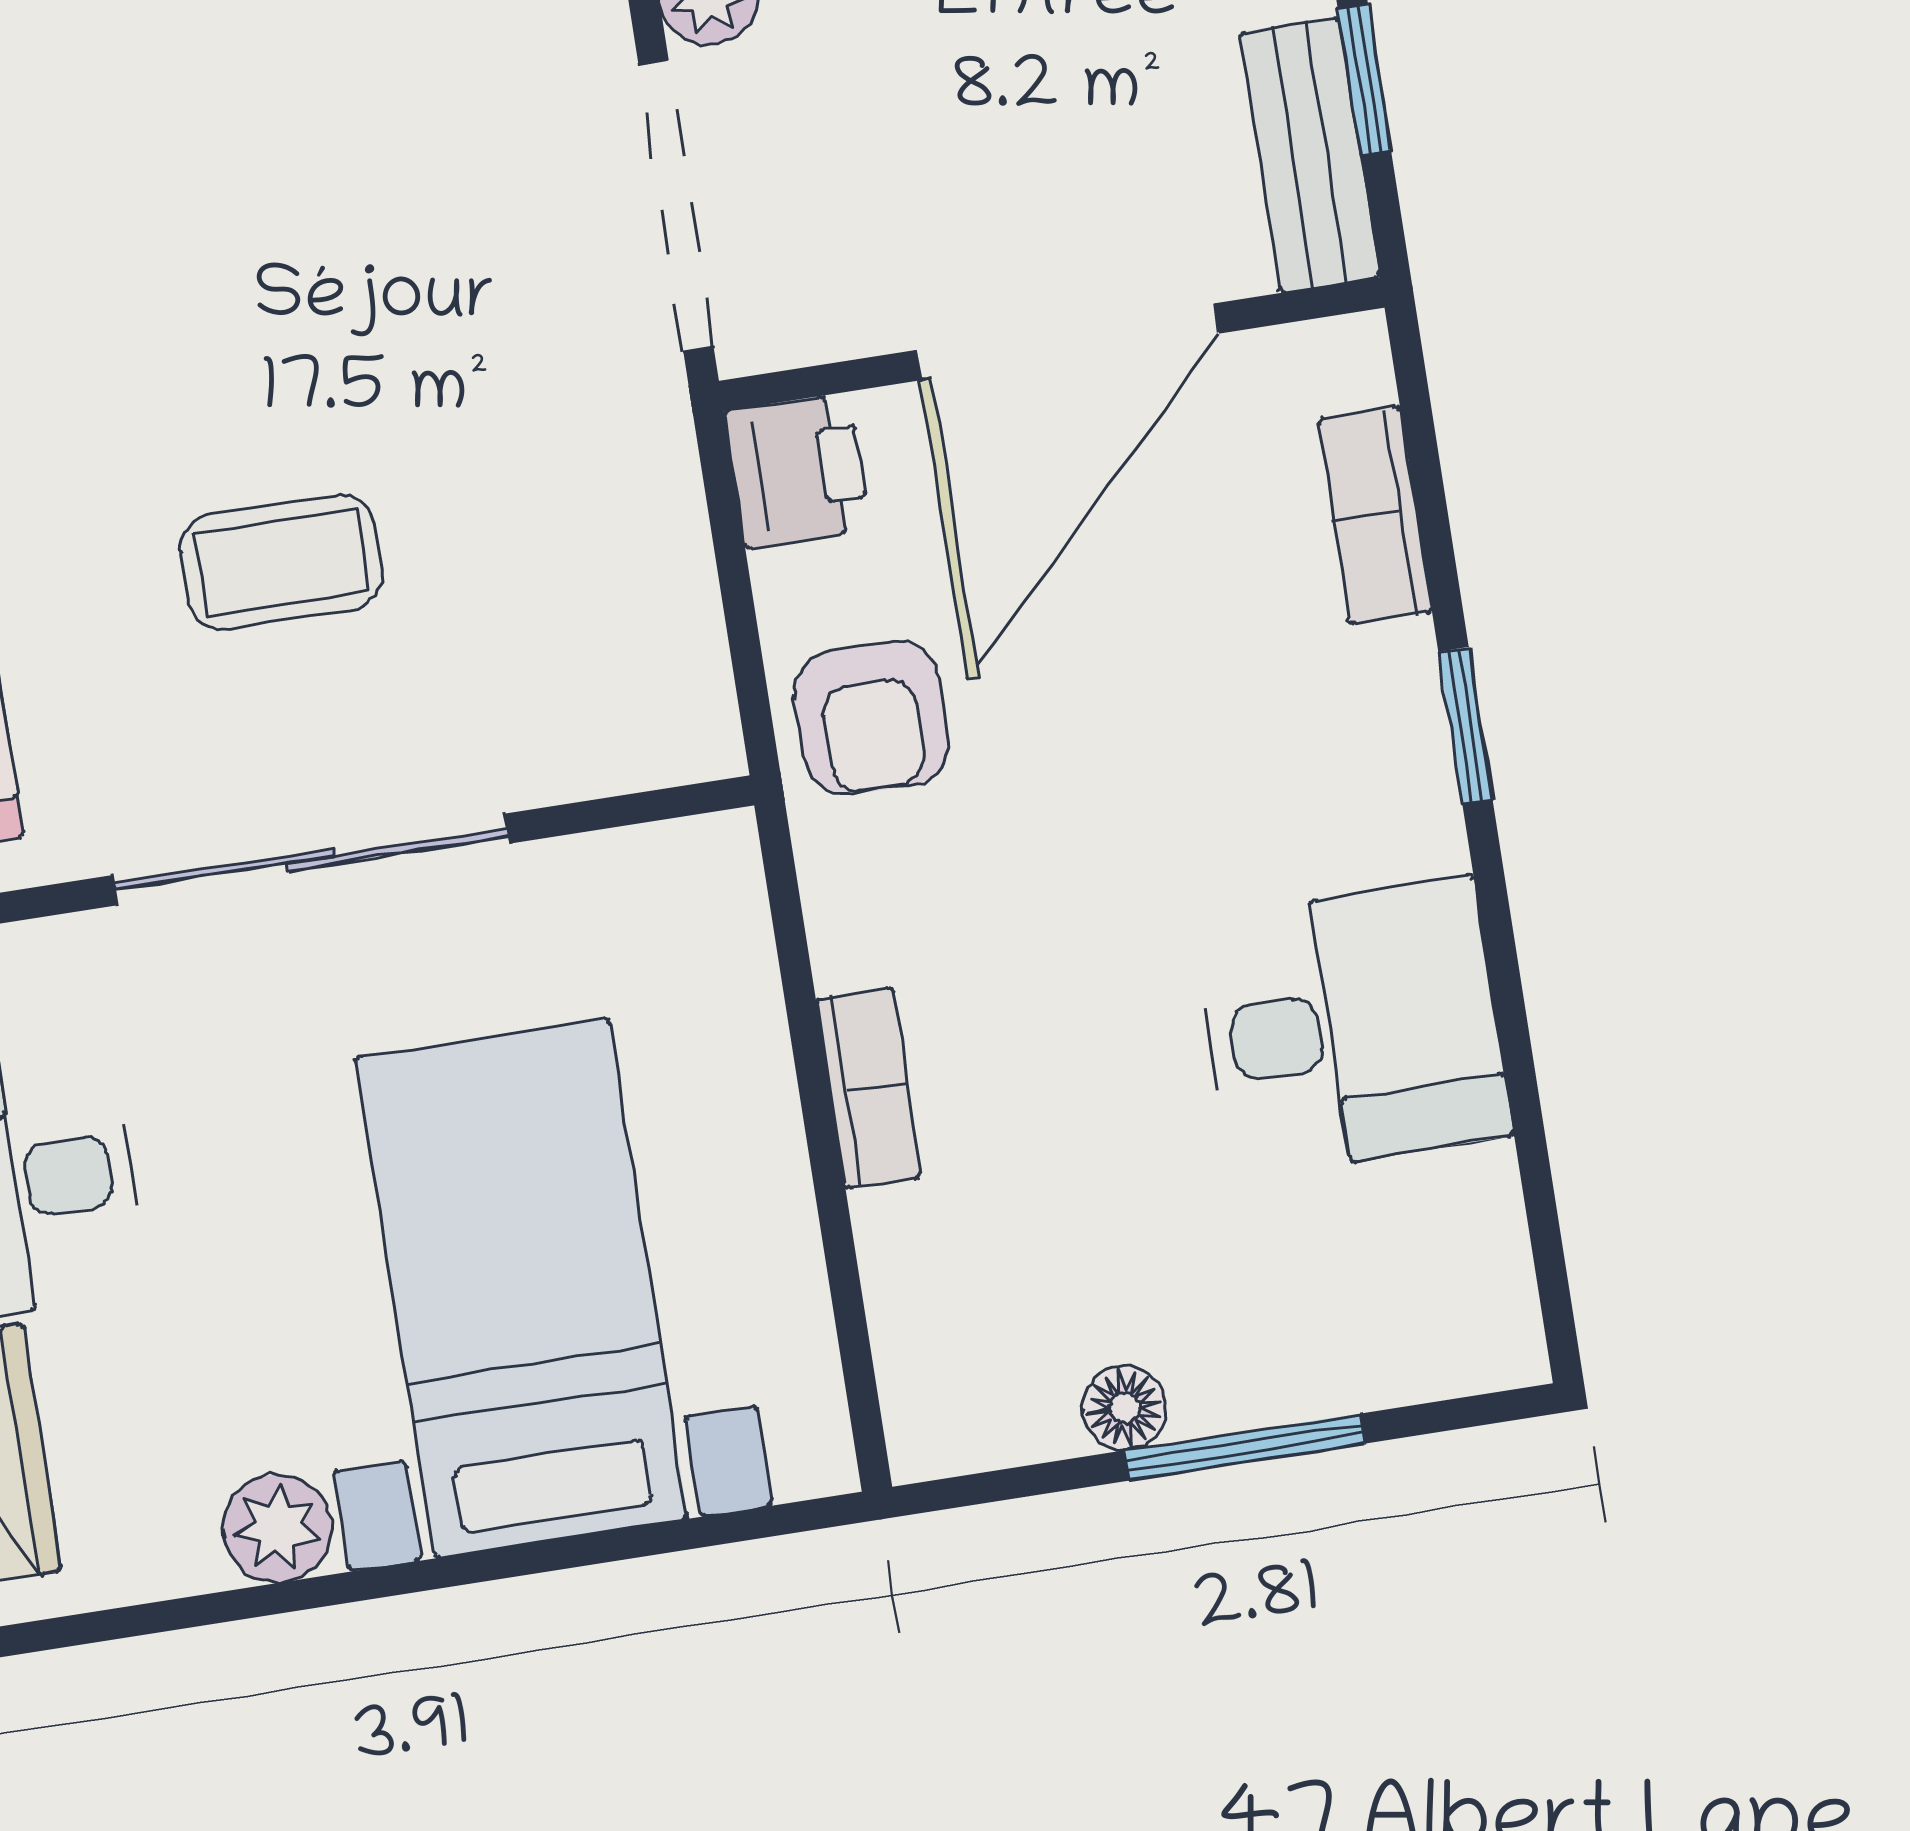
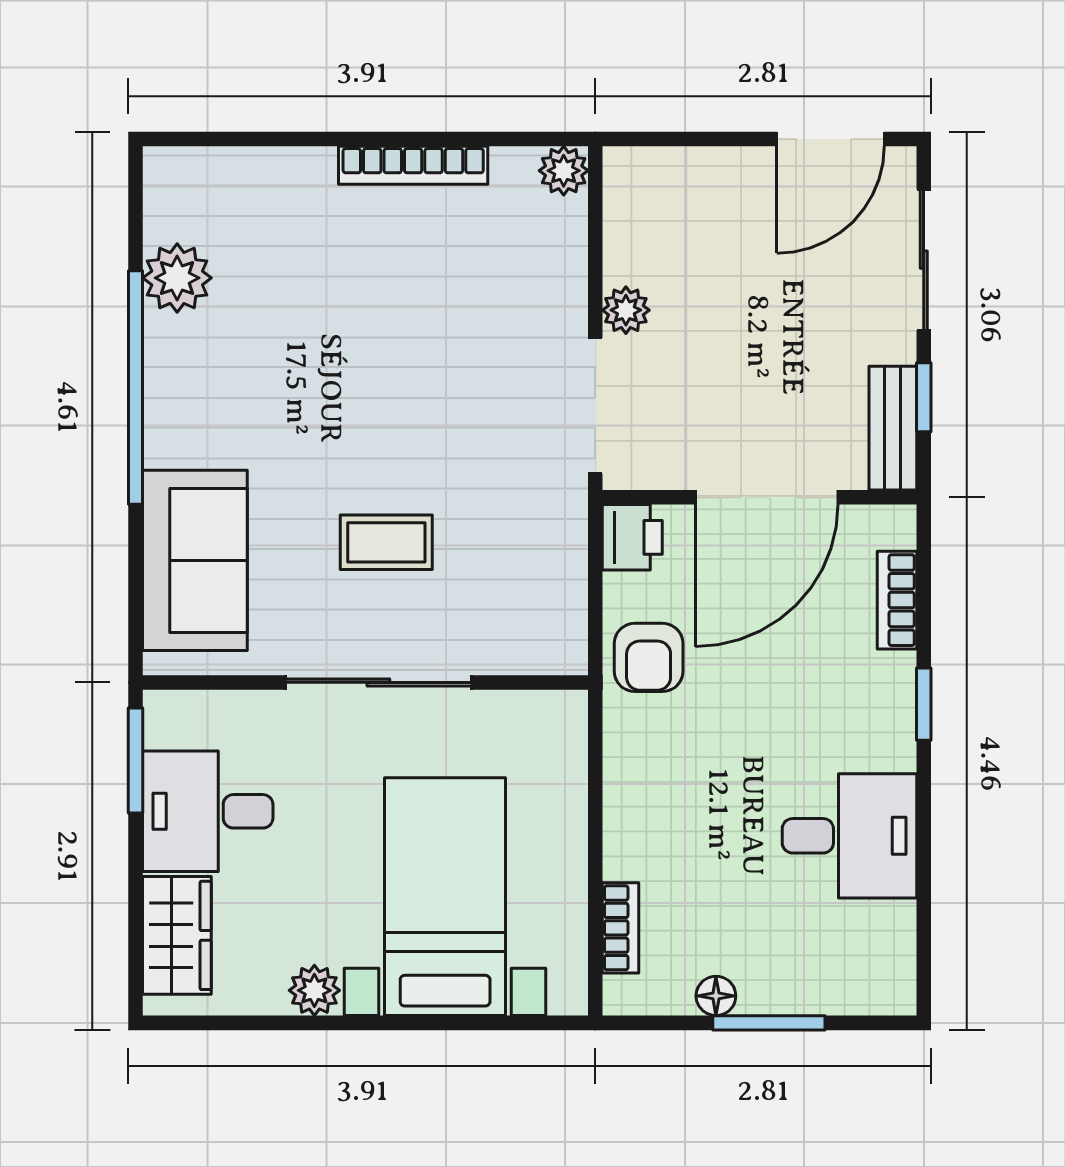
bookcase: (869, 1088) -> (621, 928), moved

